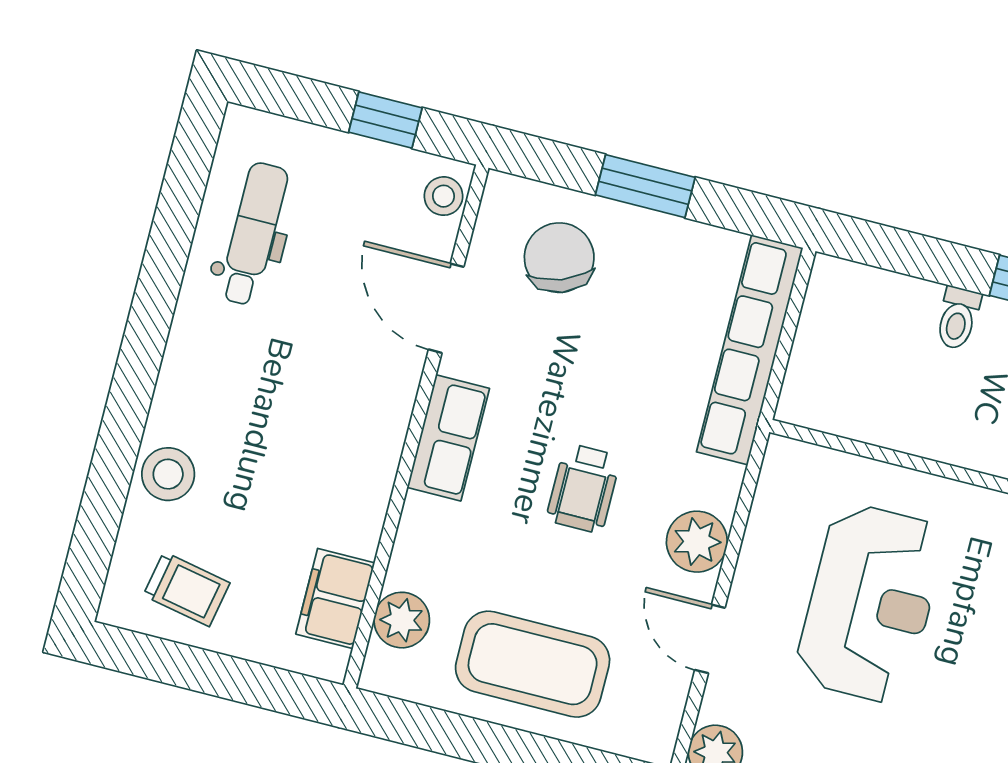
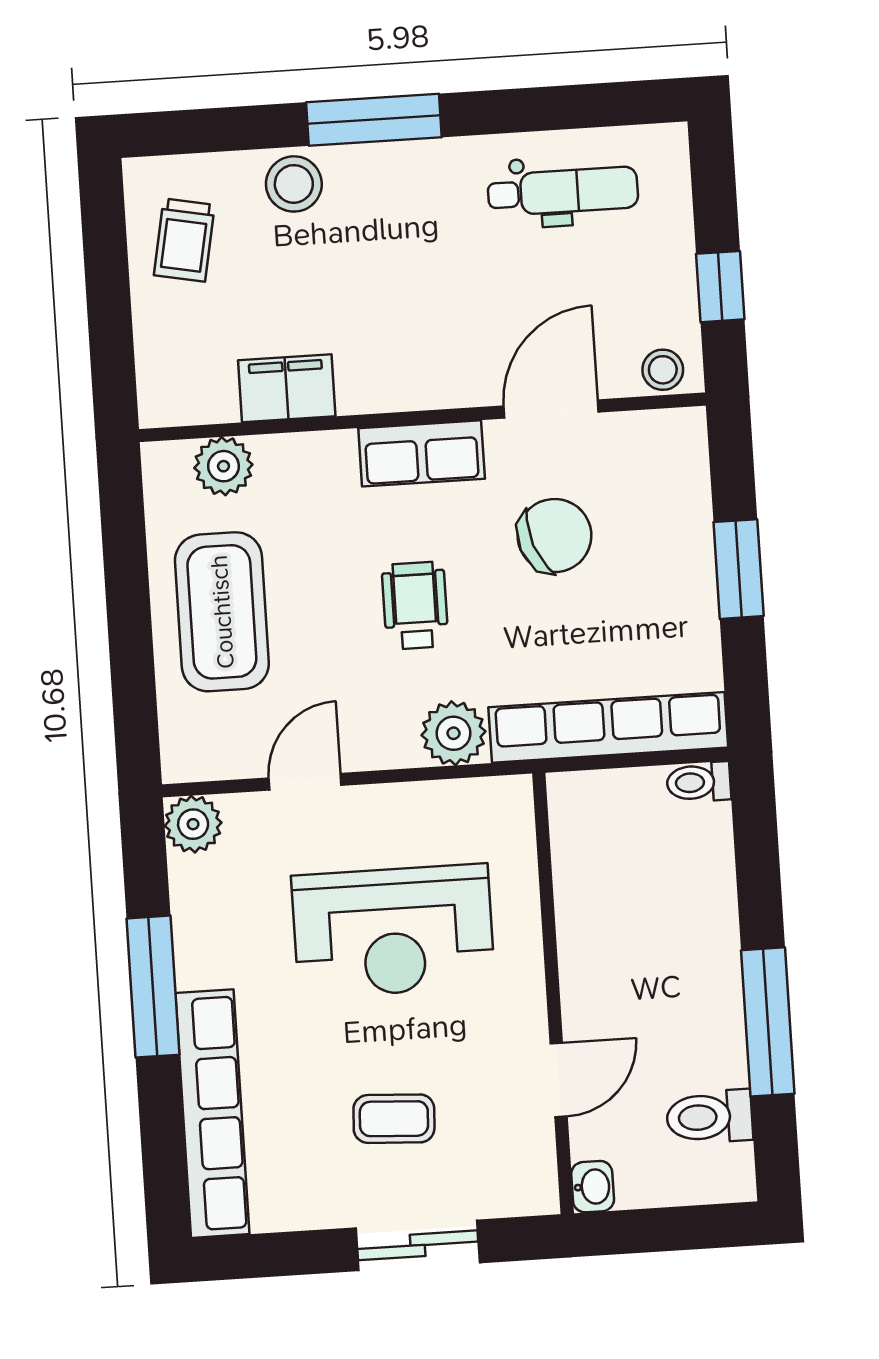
chair: (559, 258) -> (554, 536), moved
toilet: (958, 318) -> (699, 782), moved
window: (134, 383) -> (374, 120), added
wheelchair: (583, 488) -> (415, 606), turned 90
plant: (697, 542) -> (454, 733), moved
filing cabinet: (335, 599) -> (287, 388), moved

